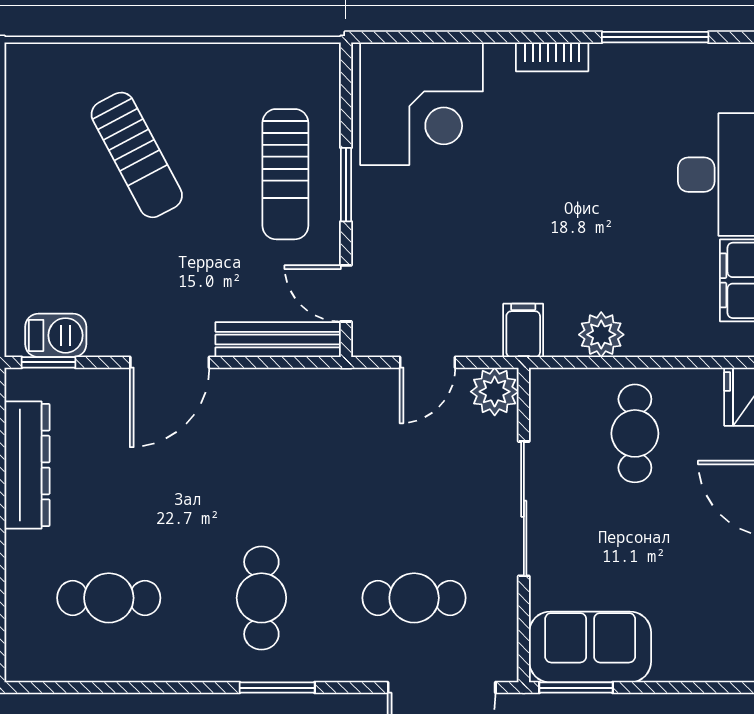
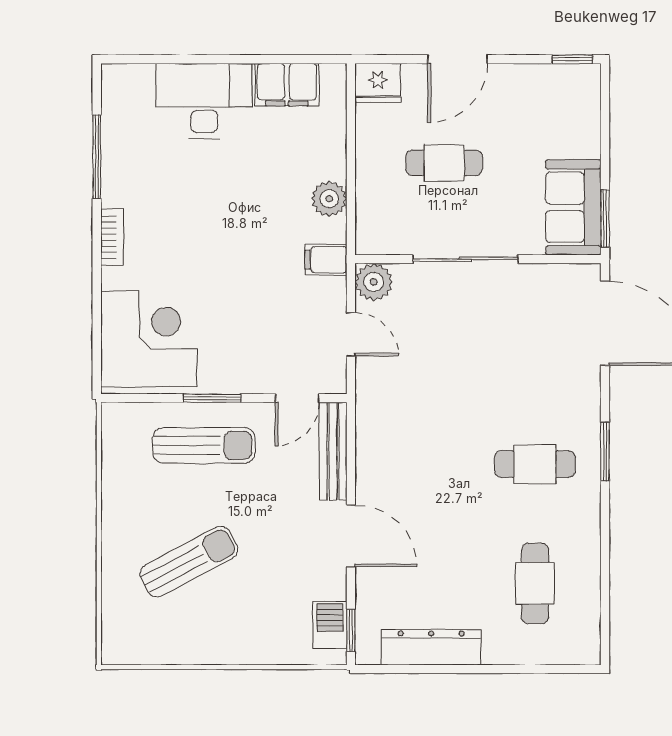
cafe table: (635, 433) -> (444, 163), moved
cafe table: (414, 598) -> (535, 345), removed

